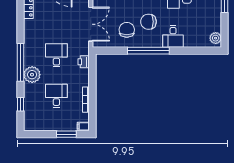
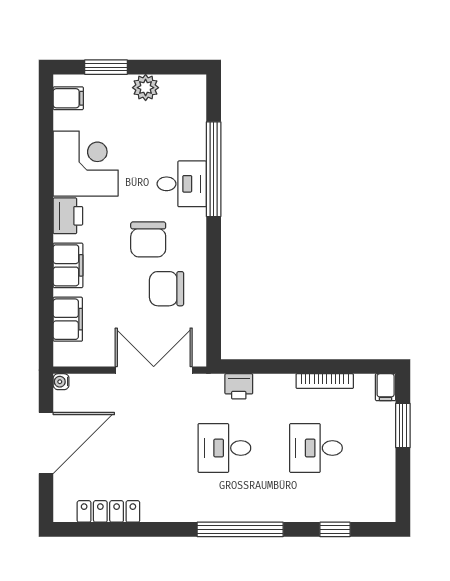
plant: (216, 38) -> (146, 88), moved
window: (148, 51) -> (214, 169), moved
plant: (32, 75) -> (268, 503), removed

